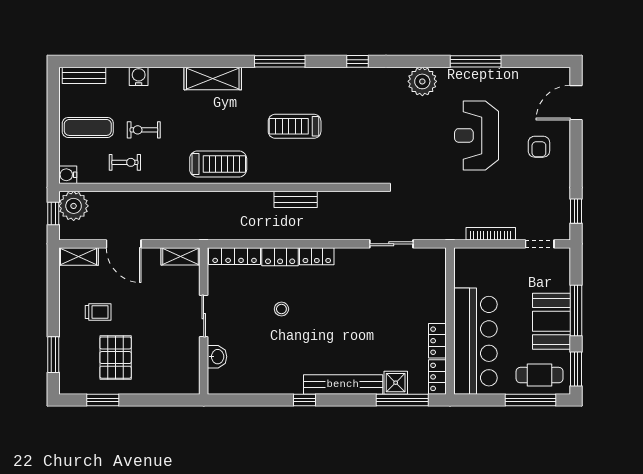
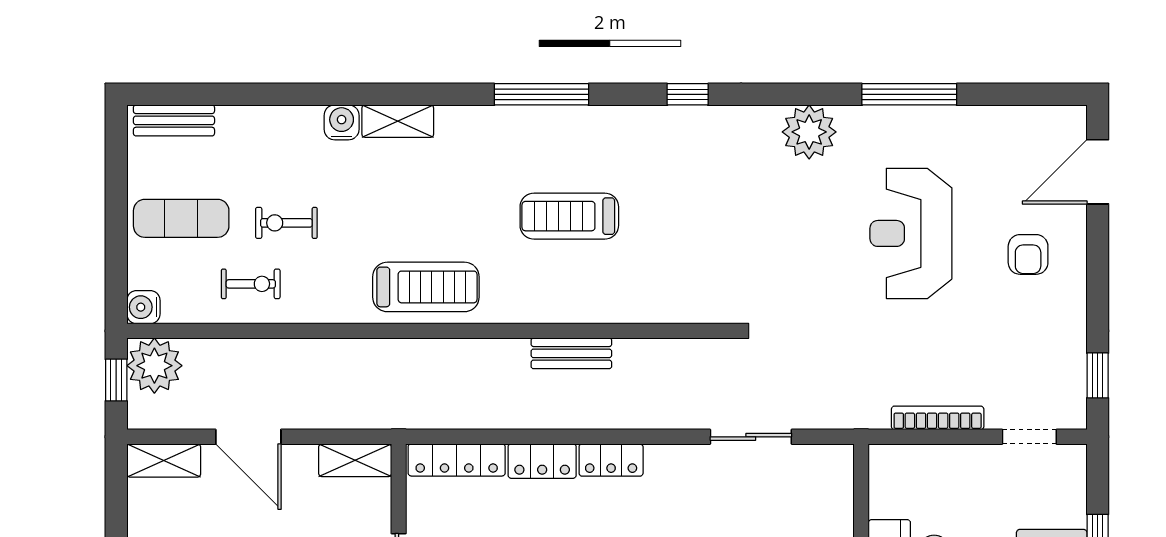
water cooler: (139, 76) -> (342, 122), moved
shelving: (213, 79) -> (398, 121), width x0.67, depth x0.75

